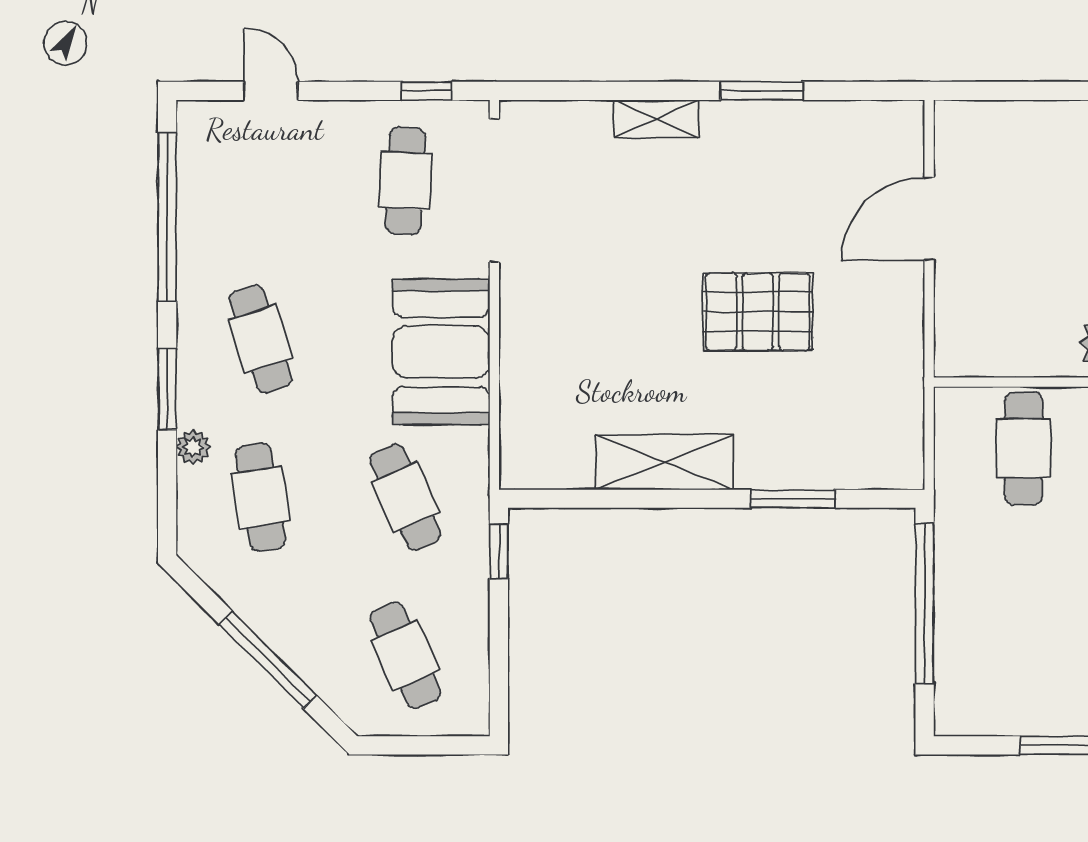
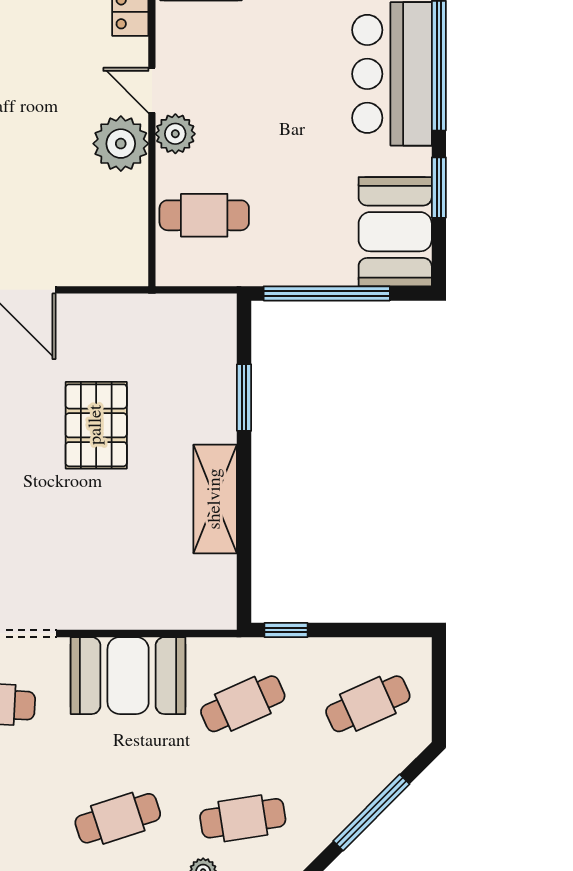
booth: (1003, 690) -> (395, 232), added

